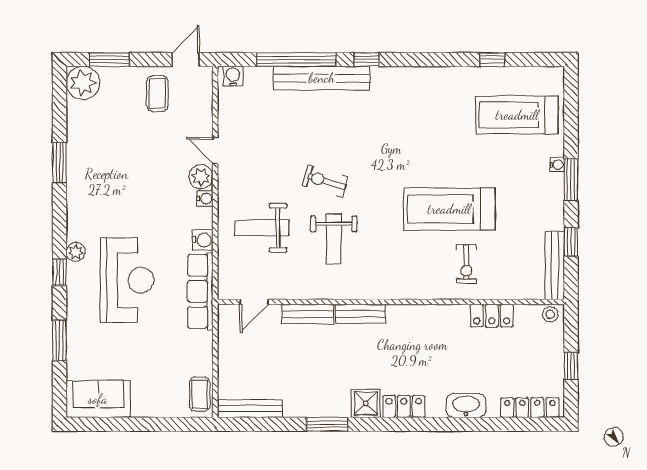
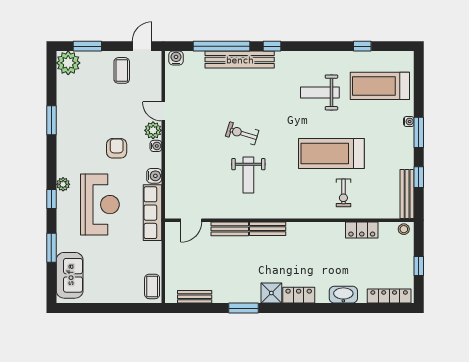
armchair: (150, 202) -> (117, 148), added
weight bench: (262, 228) -> (320, 92), moved
sofa: (98, 399) -> (70, 275), moved, turned 90
bench: (250, 409) -> (195, 297), width x0.73

